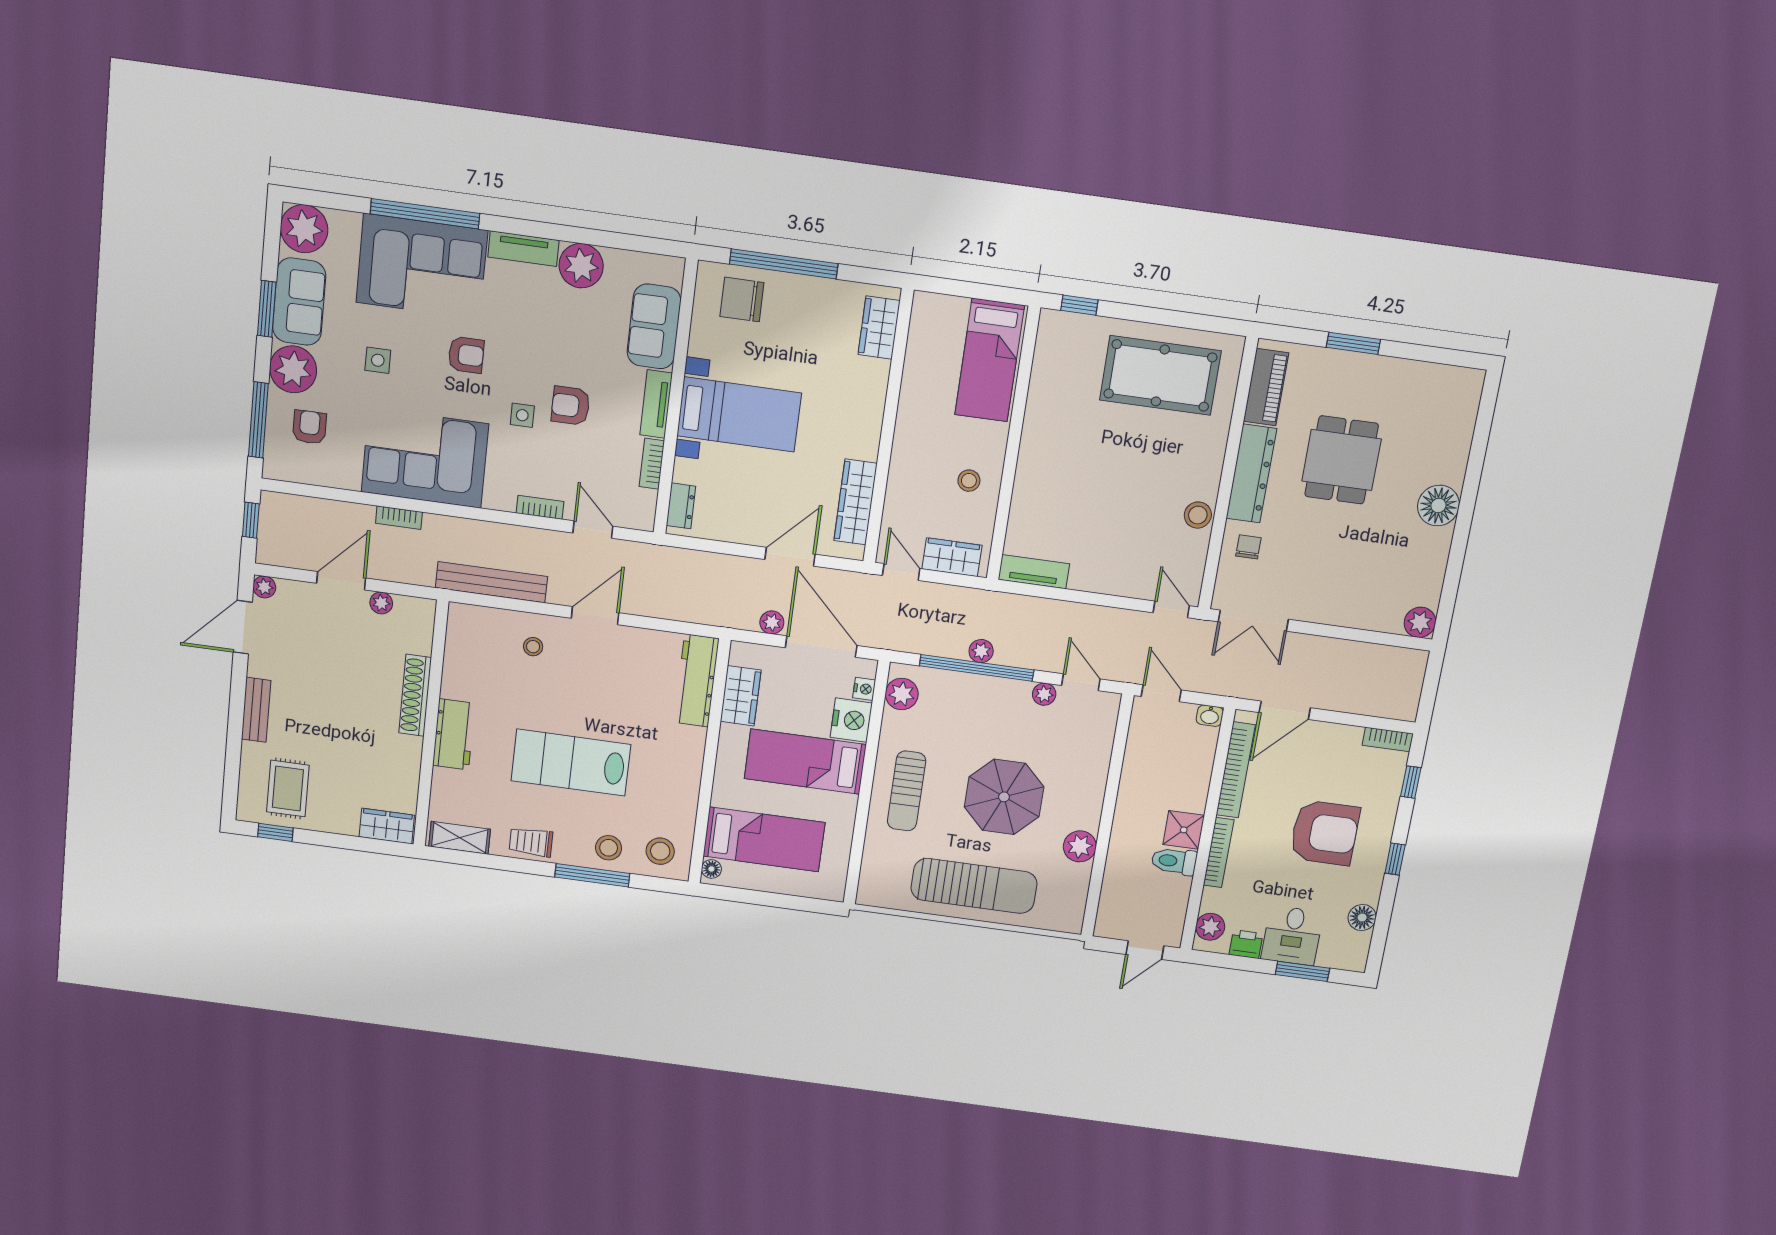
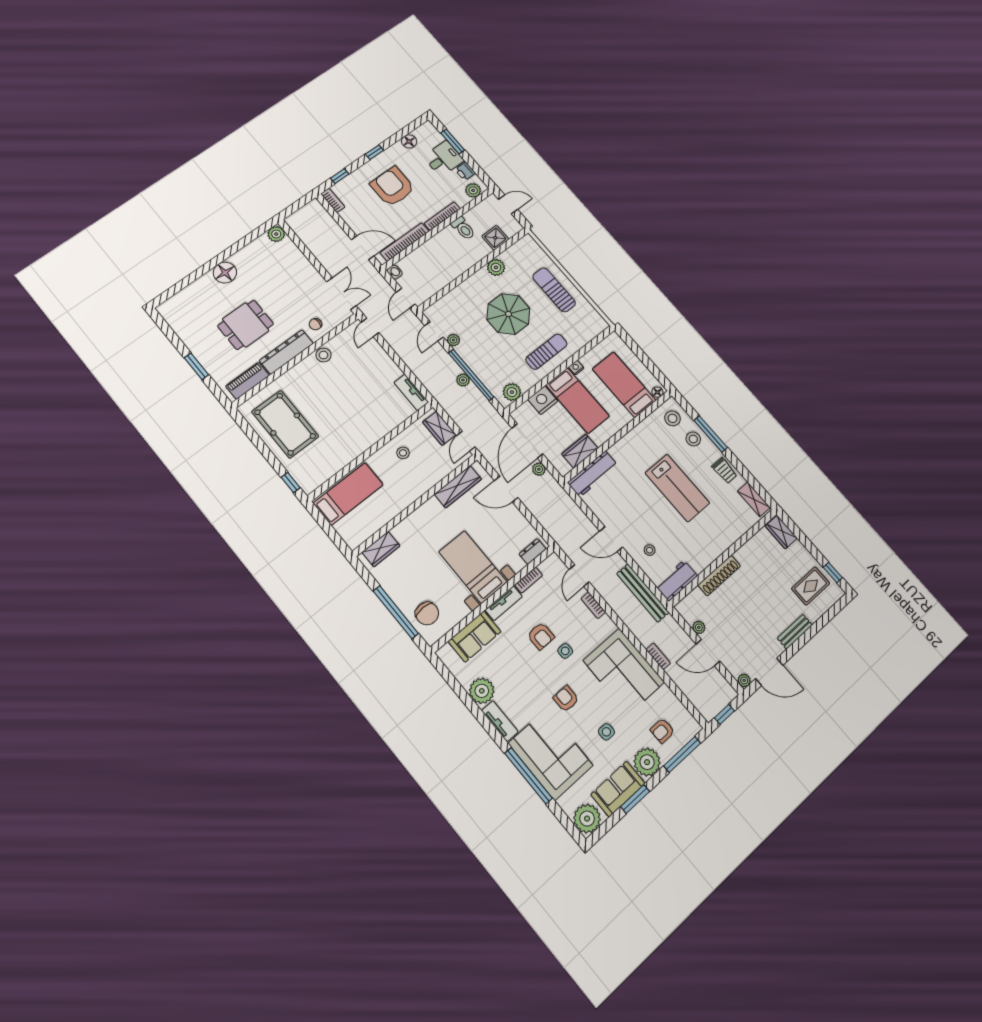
nightstand: (864, 689) -> (576, 368), moved
workbench: (454, 734) -> (676, 581), moved
shower: (1184, 830) -> (495, 238), moved
sun lounger: (974, 886) -> (554, 290), width x0.73, depth x0.75

